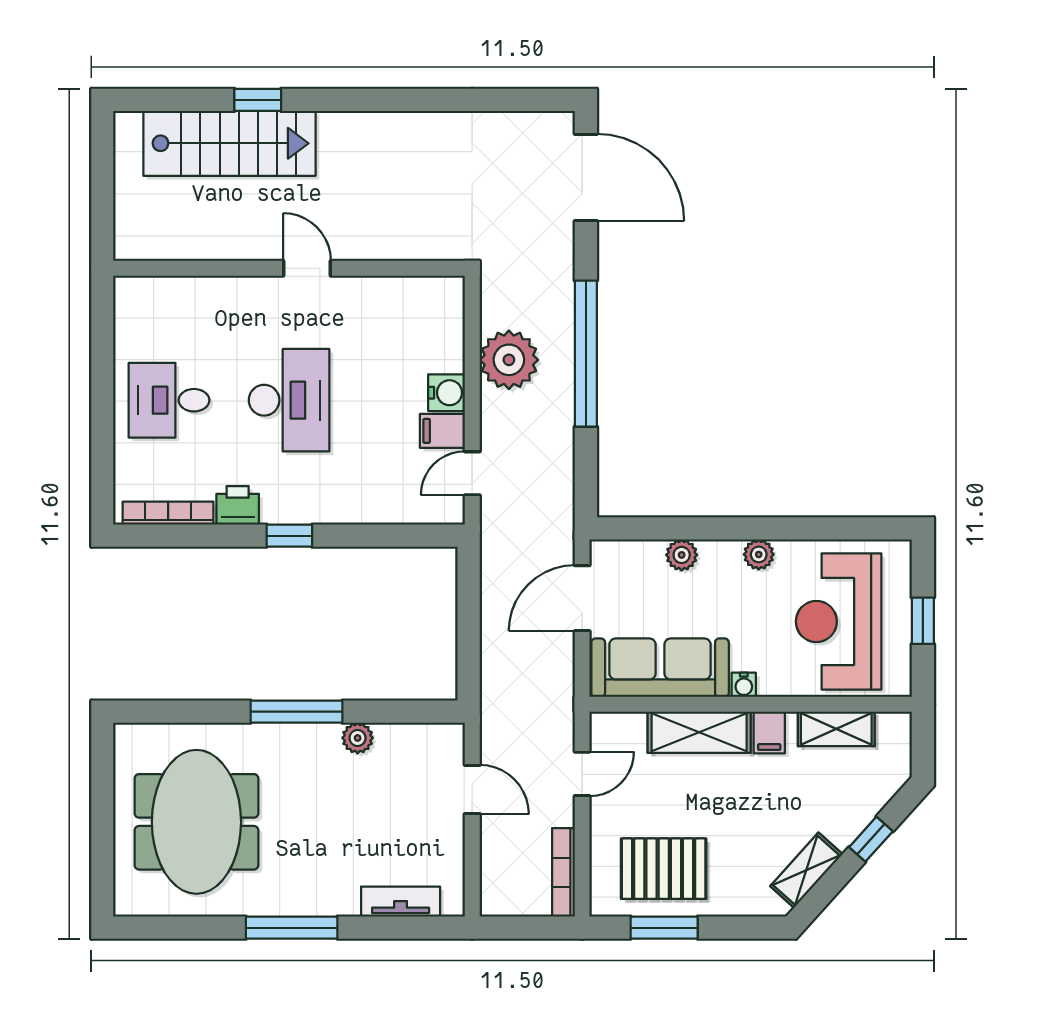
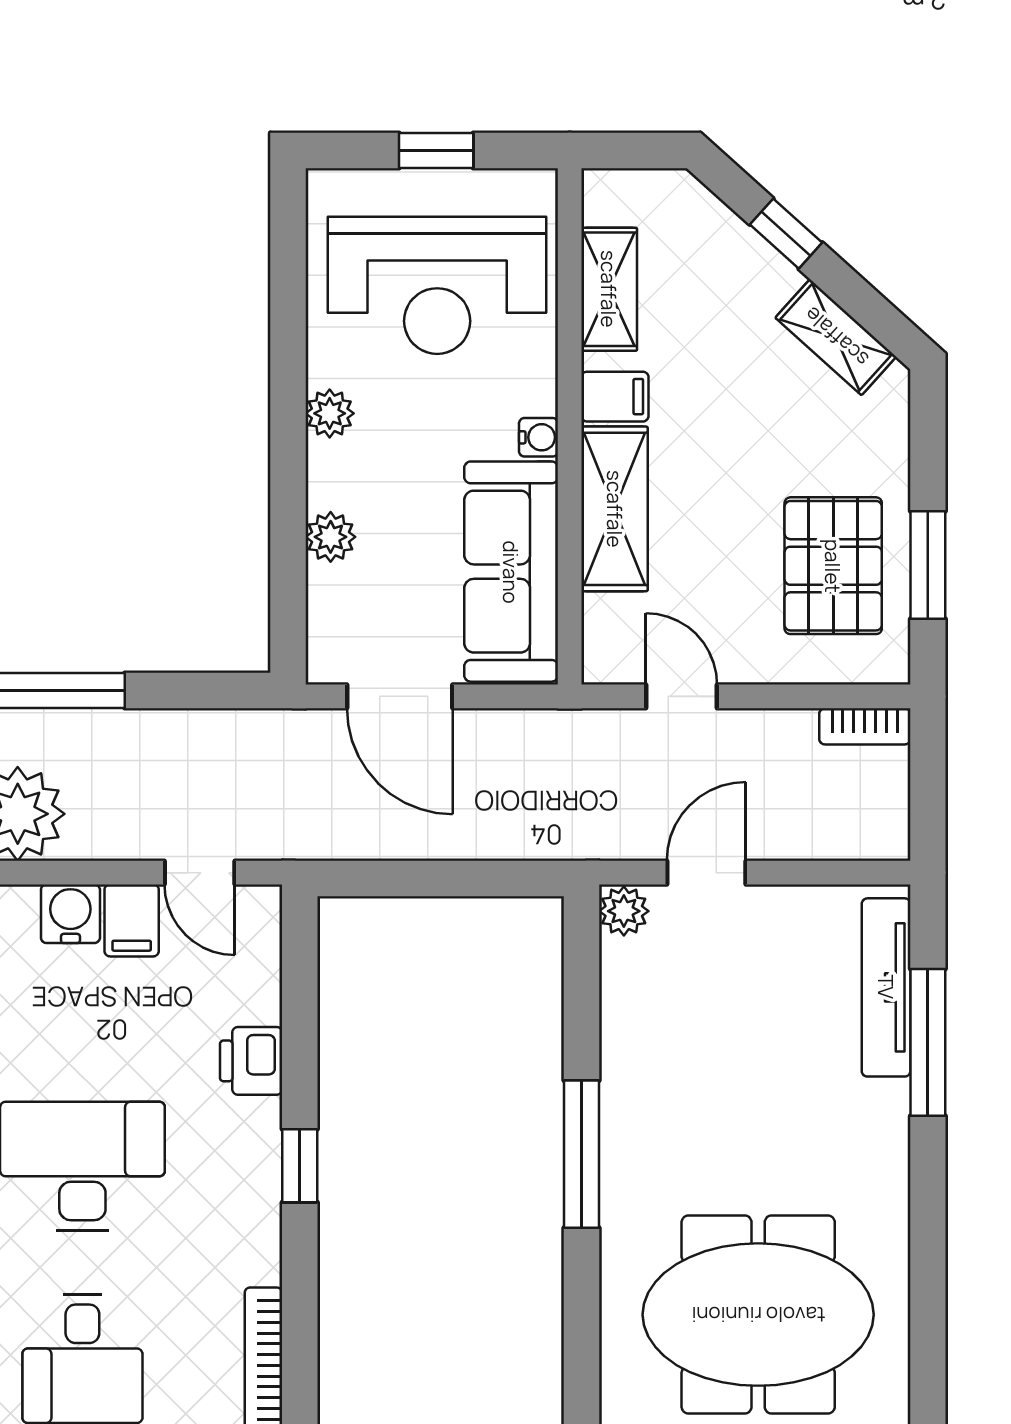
printer: (238, 505) -> (251, 1061), moved
plant: (358, 738) -> (624, 911), moved
bookcase: (563, 872) -> (865, 726), width x0.64
tv unit: (401, 902) -> (886, 987), width x1.41
window: (292, 928) -> (928, 1042), moved

